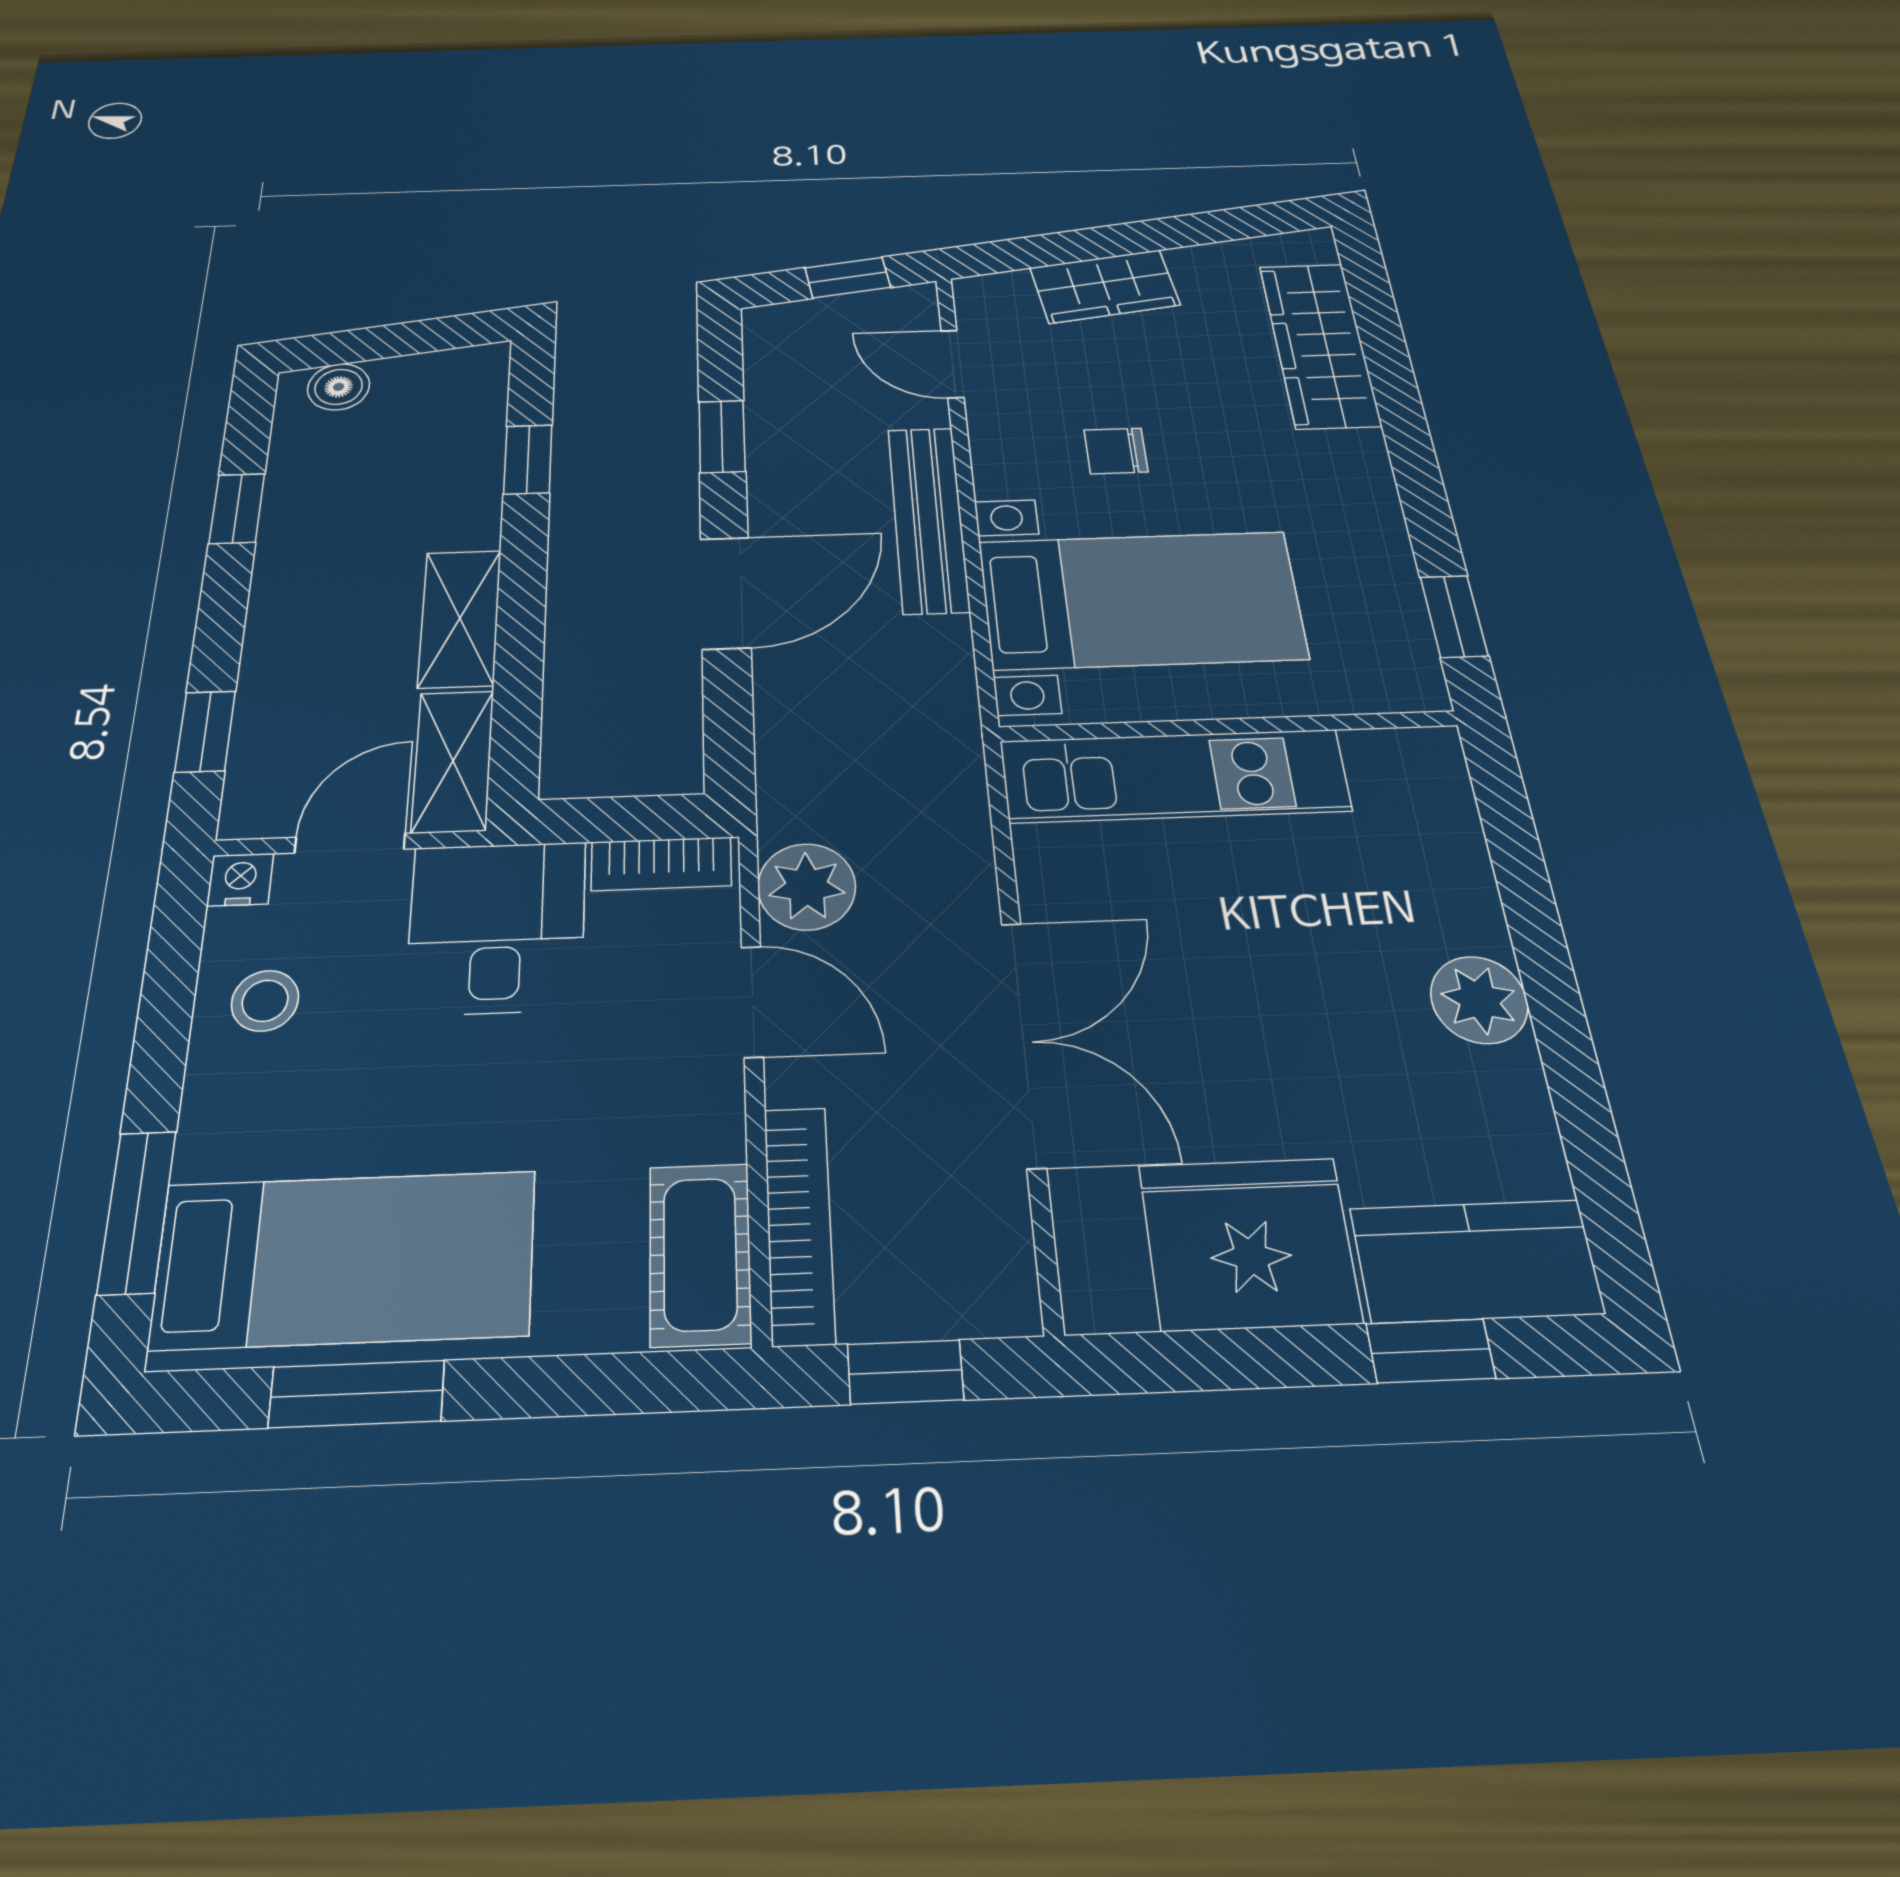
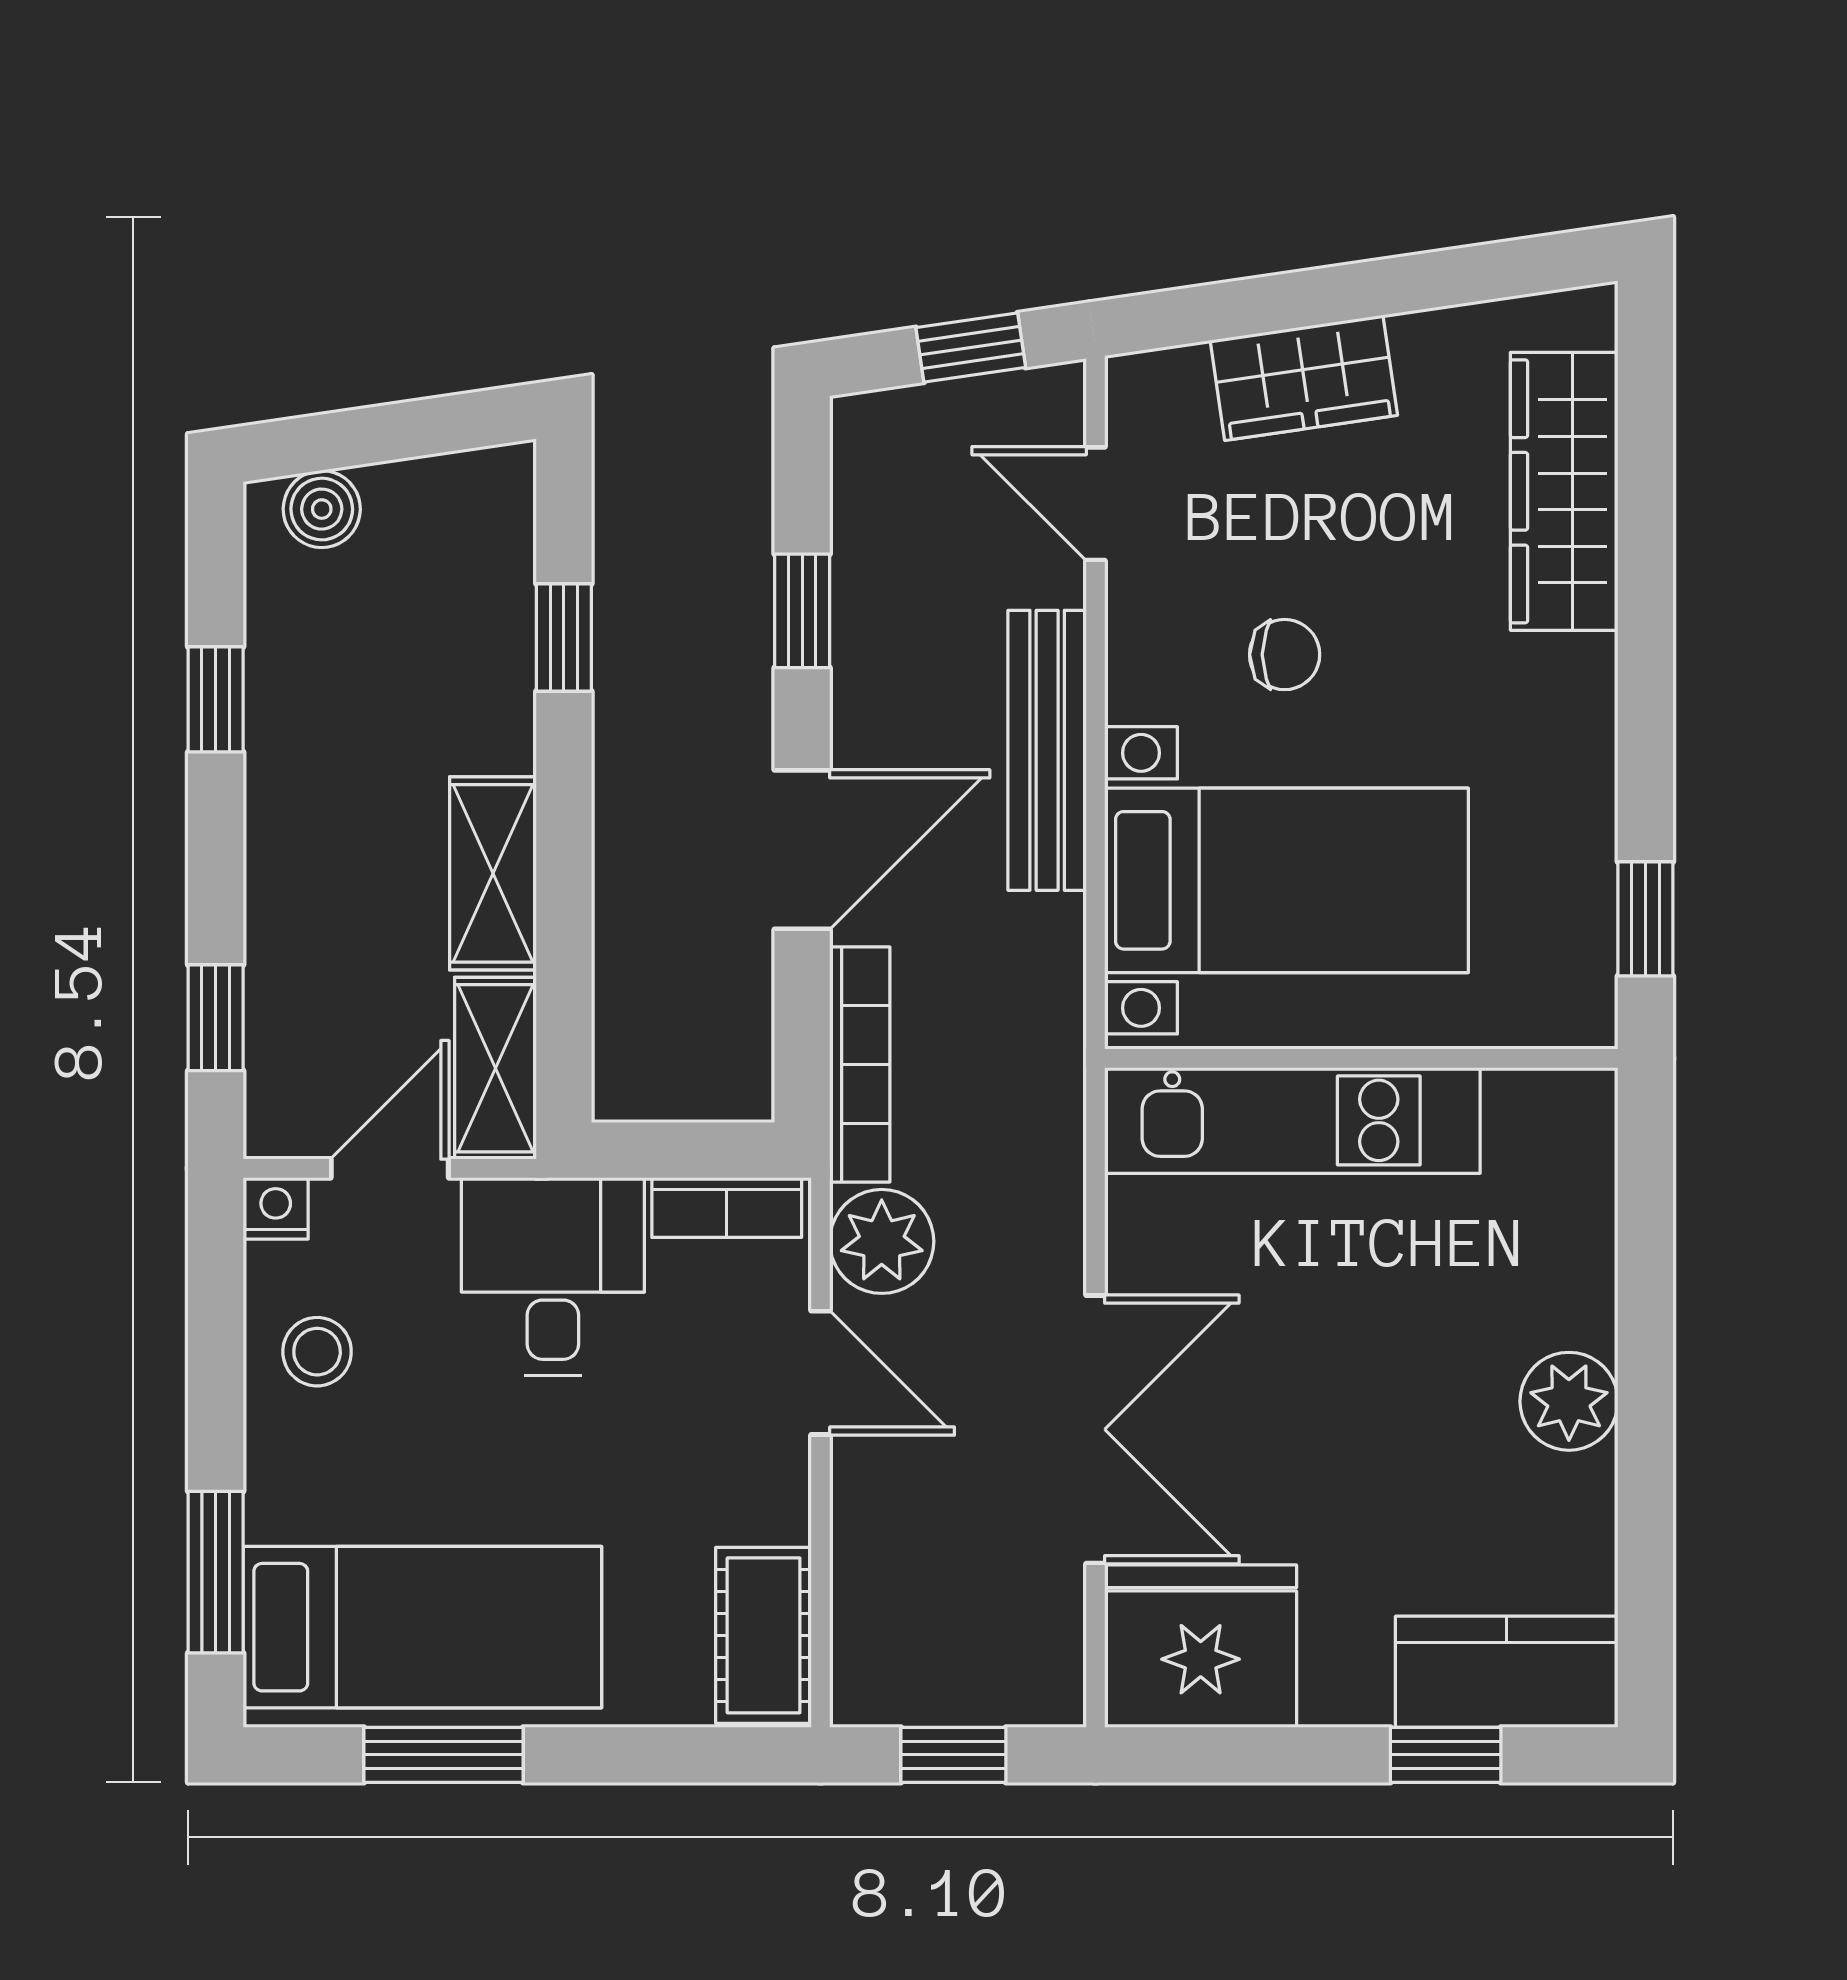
chair: (1116, 451) -> (1285, 655), turned 180
bookcase: (799, 1224) -> (860, 1065), moved
fridge: (1249, 1243) -> (1201, 1646), moved

